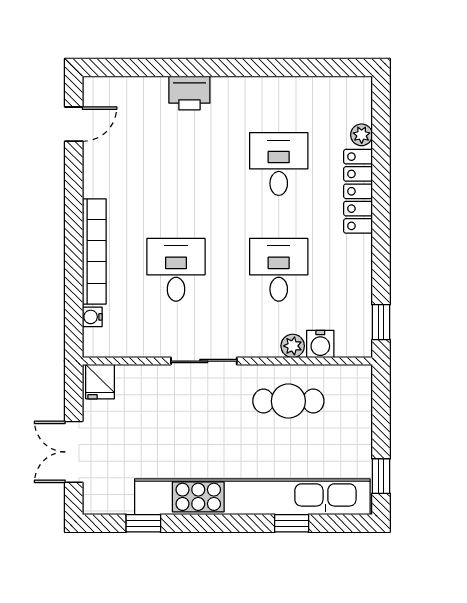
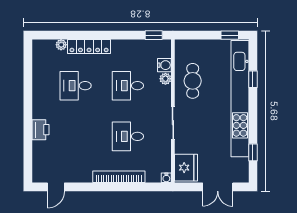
door: (74, 124) -> (56, 187), swing flipped
water cooler: (92, 317) -> (166, 178), moved
fridge: (100, 382) -> (186, 168), width x1.88, depth x1.34

